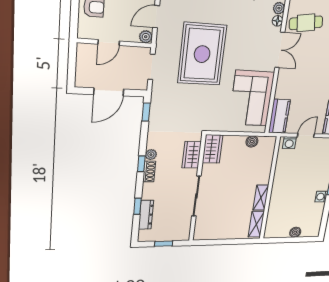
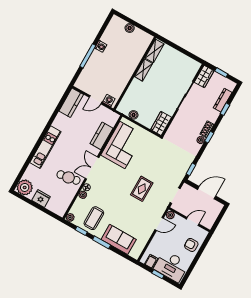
rug: (202, 54) -> (142, 189), width x0.54, depth x0.49
kitchen counter: (279, 116) -> (101, 136), moved
wardrobe: (192, 155) -> (204, 77), moved

